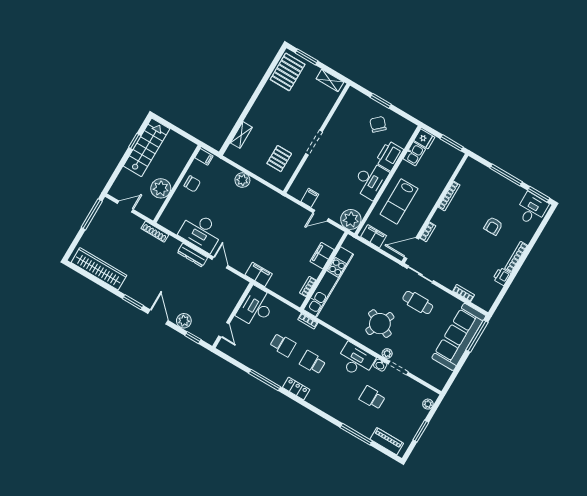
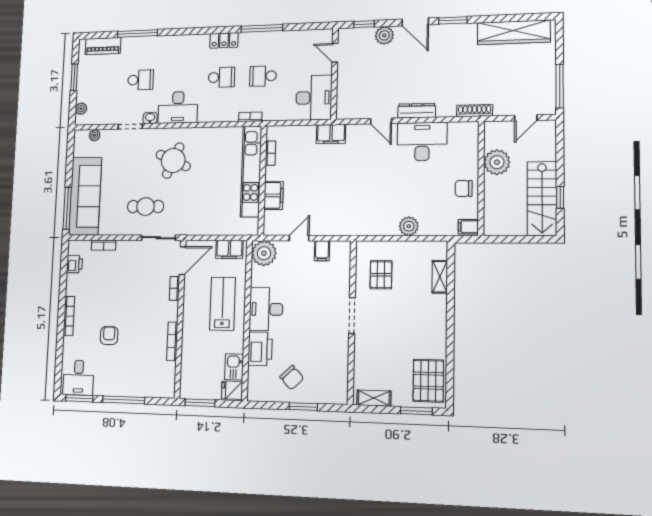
printer: (502, 276) -> (75, 264), moved
plant: (387, 354) -> (95, 135), moved

